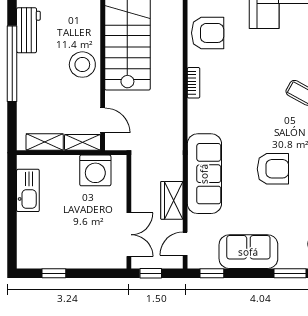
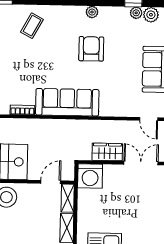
washing machine: (95, 170) -> (90, 176), moved, turned 90
sofa: (204, 174) -> (67, 102), moved
wardrobe: (172, 200) -> (107, 152), moved, turned 180

